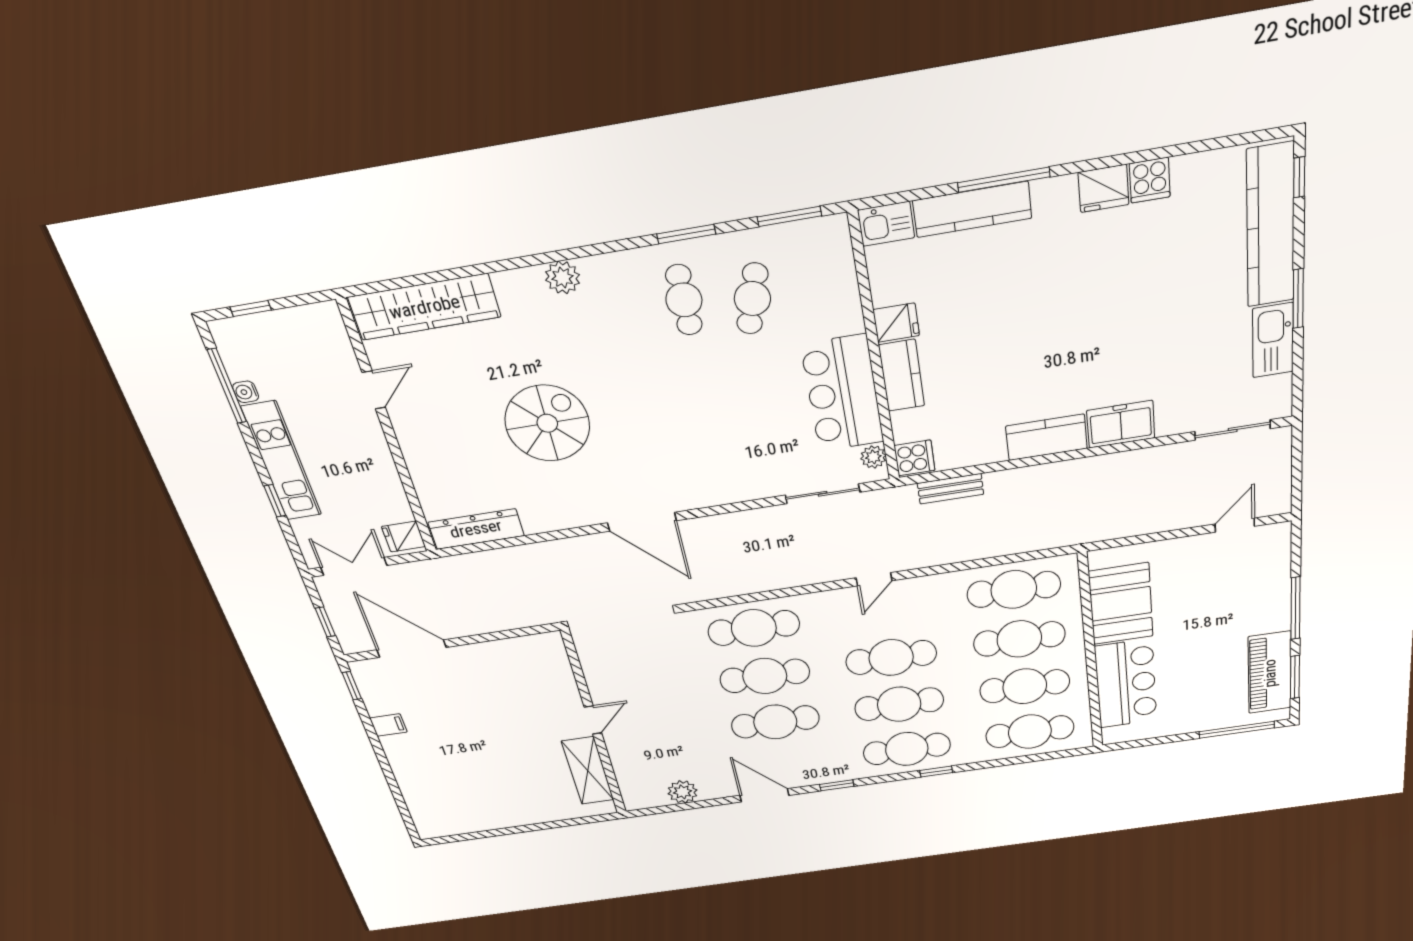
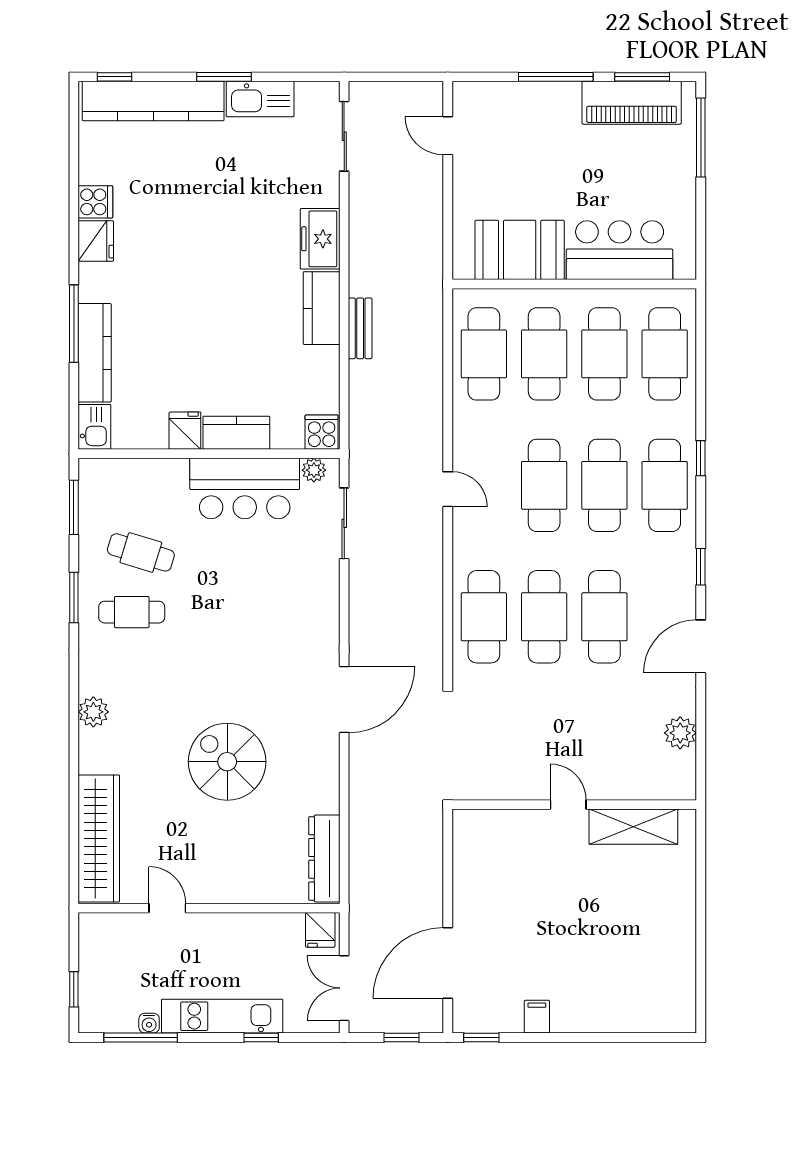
bench: (950, 489) -> (360, 328), moved

